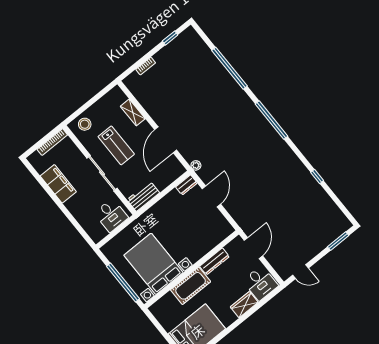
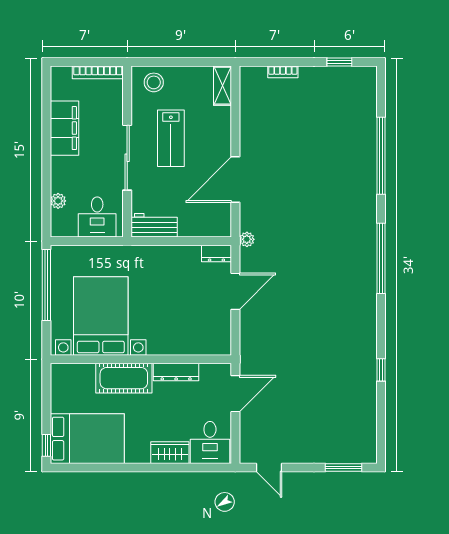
shelving: (133, 112) -> (223, 86), moved
plant: (85, 223) -> (58, 201), added
window: (123, 282) -> (46, 285), moved

